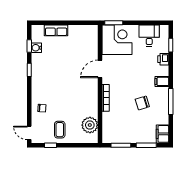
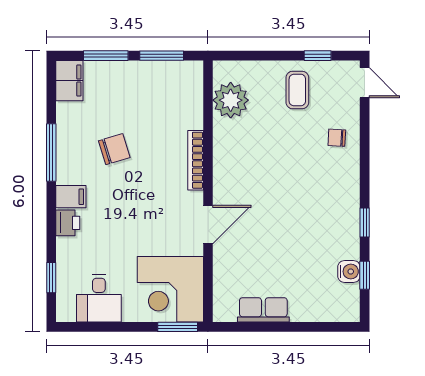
row of seats: (56, 30) -> (263, 310), moved
printer: (163, 59) -> (68, 223), moved

